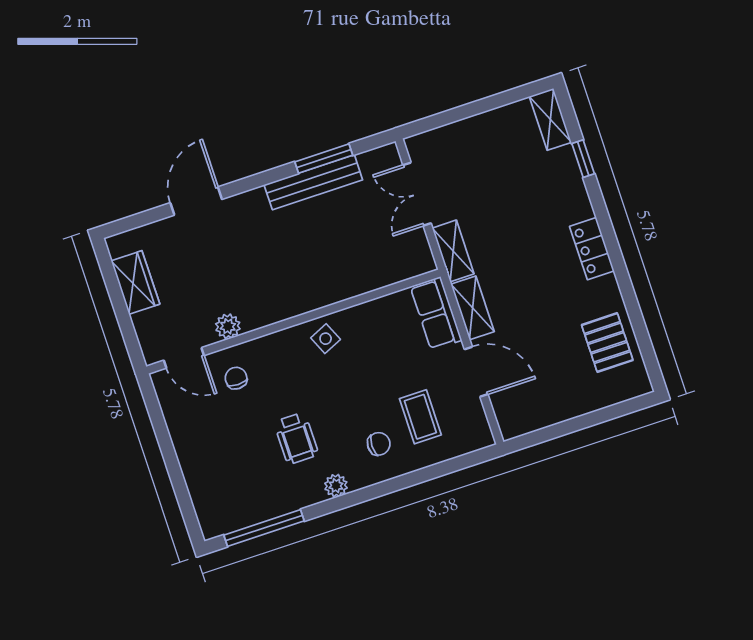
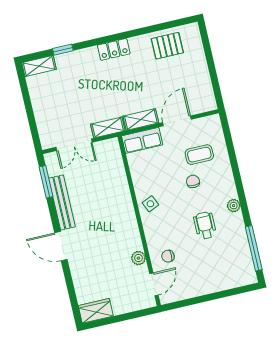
window: (324, 159) -> (46, 182), moved
door: (196, 201) -> (61, 246), moved
wardrobe: (135, 282) -> (96, 311), moved
wheelchair: (296, 438) -> (205, 225), turned -90
chair: (379, 444) -> (193, 181), moved

